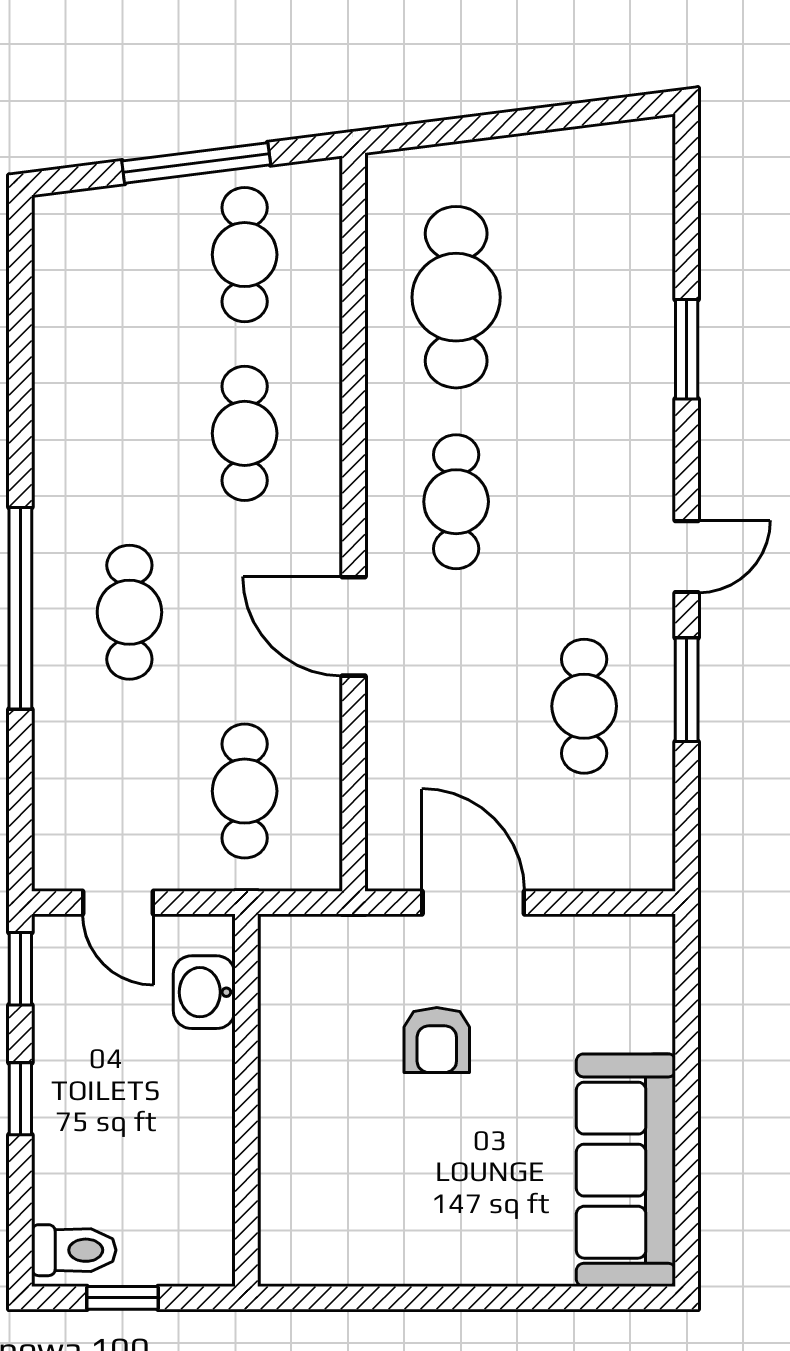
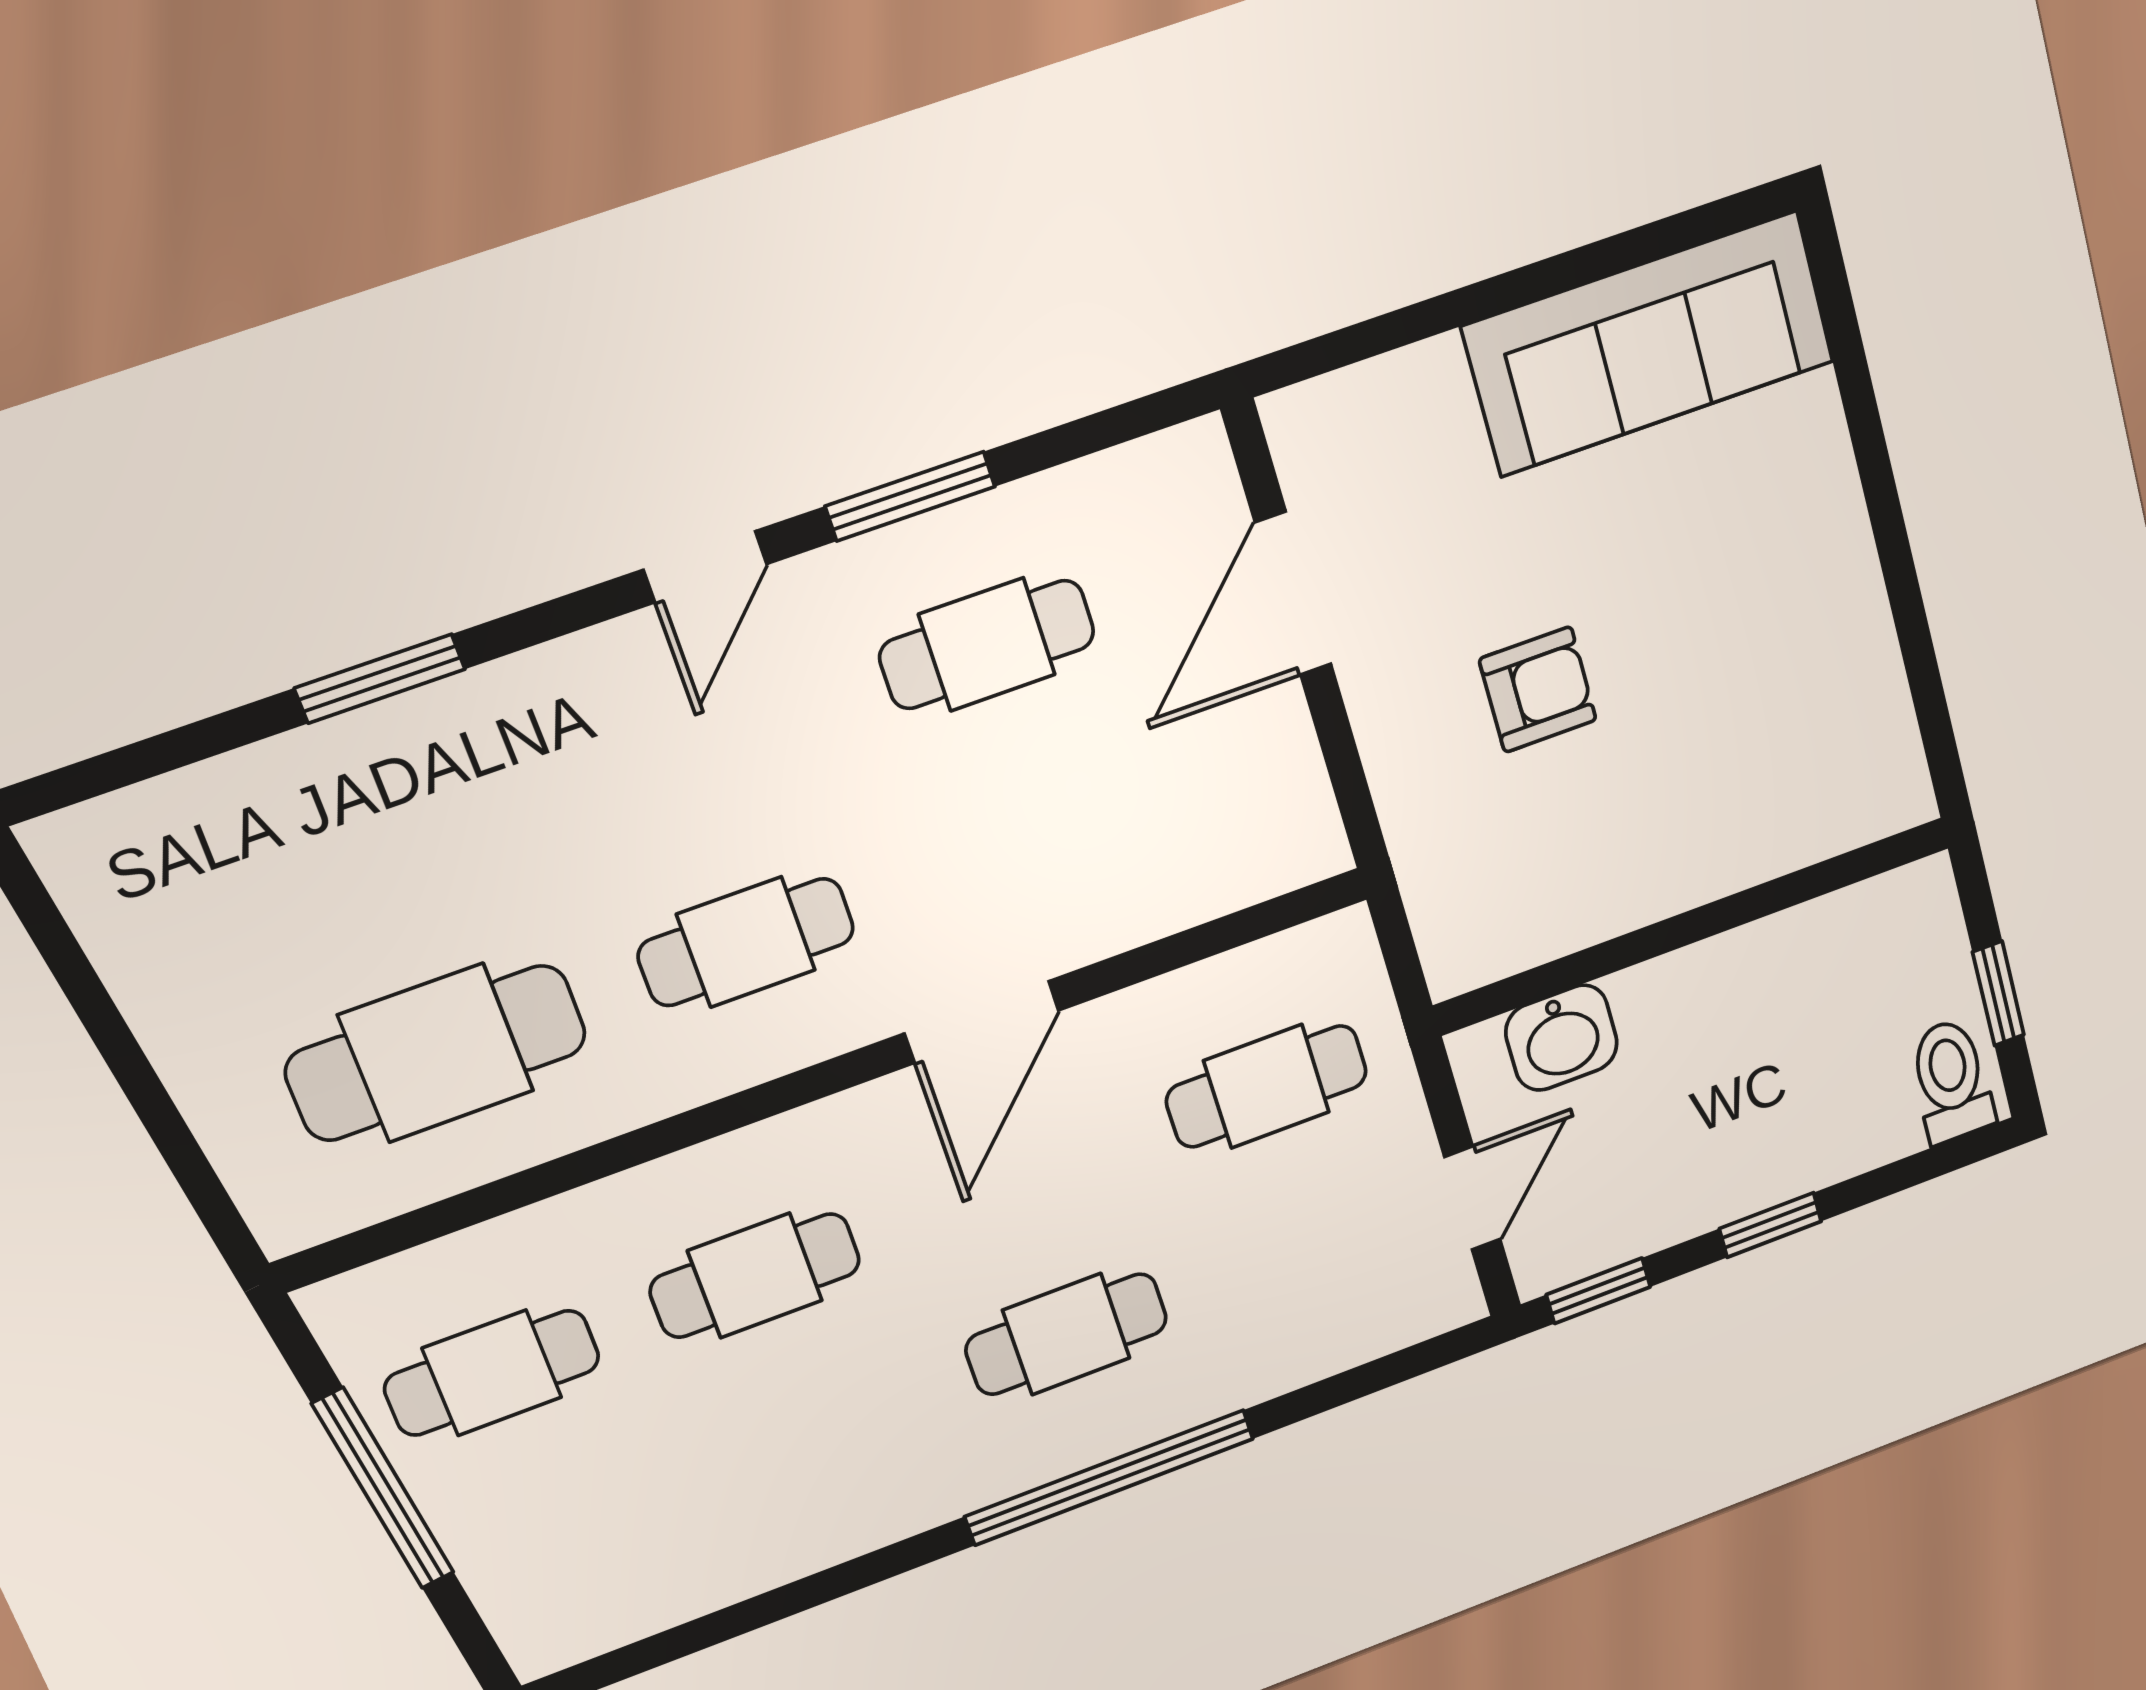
door: (687, 557) -> (705, 567), swing flipped
door: (473, 903) -> (1293, 594), moved

